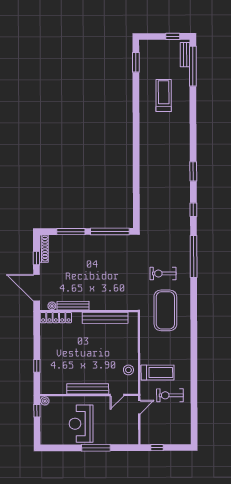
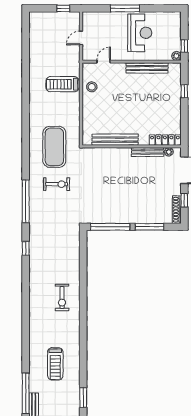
window: (193, 171) -> (26, 287), removed
bench: (88, 389) -> (147, 68), moved
exercise bike: (170, 395) -> (62, 297), moved, turned 90
door: (139, 407) -> (81, 38), moved

